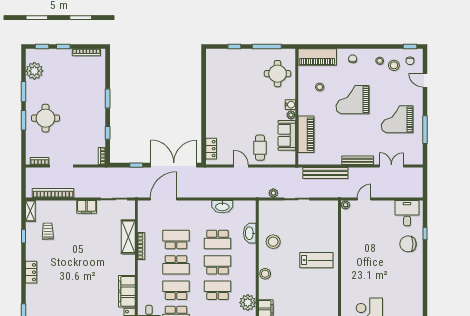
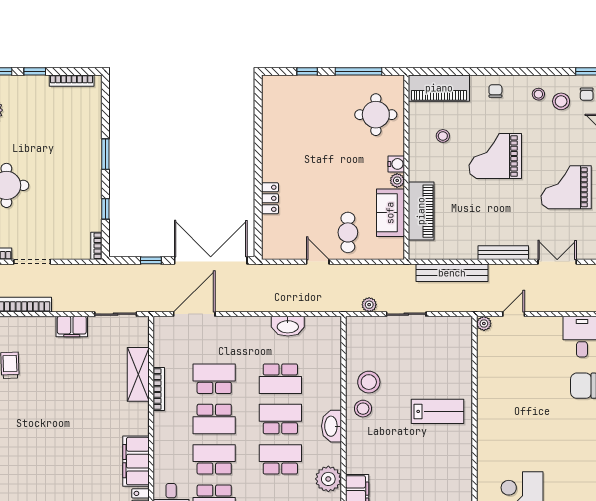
locker: (211, 149) -> (270, 198), moved
washbasin: (250, 233) -> (332, 426), moved
stool: (265, 274) -> (363, 409), moved

